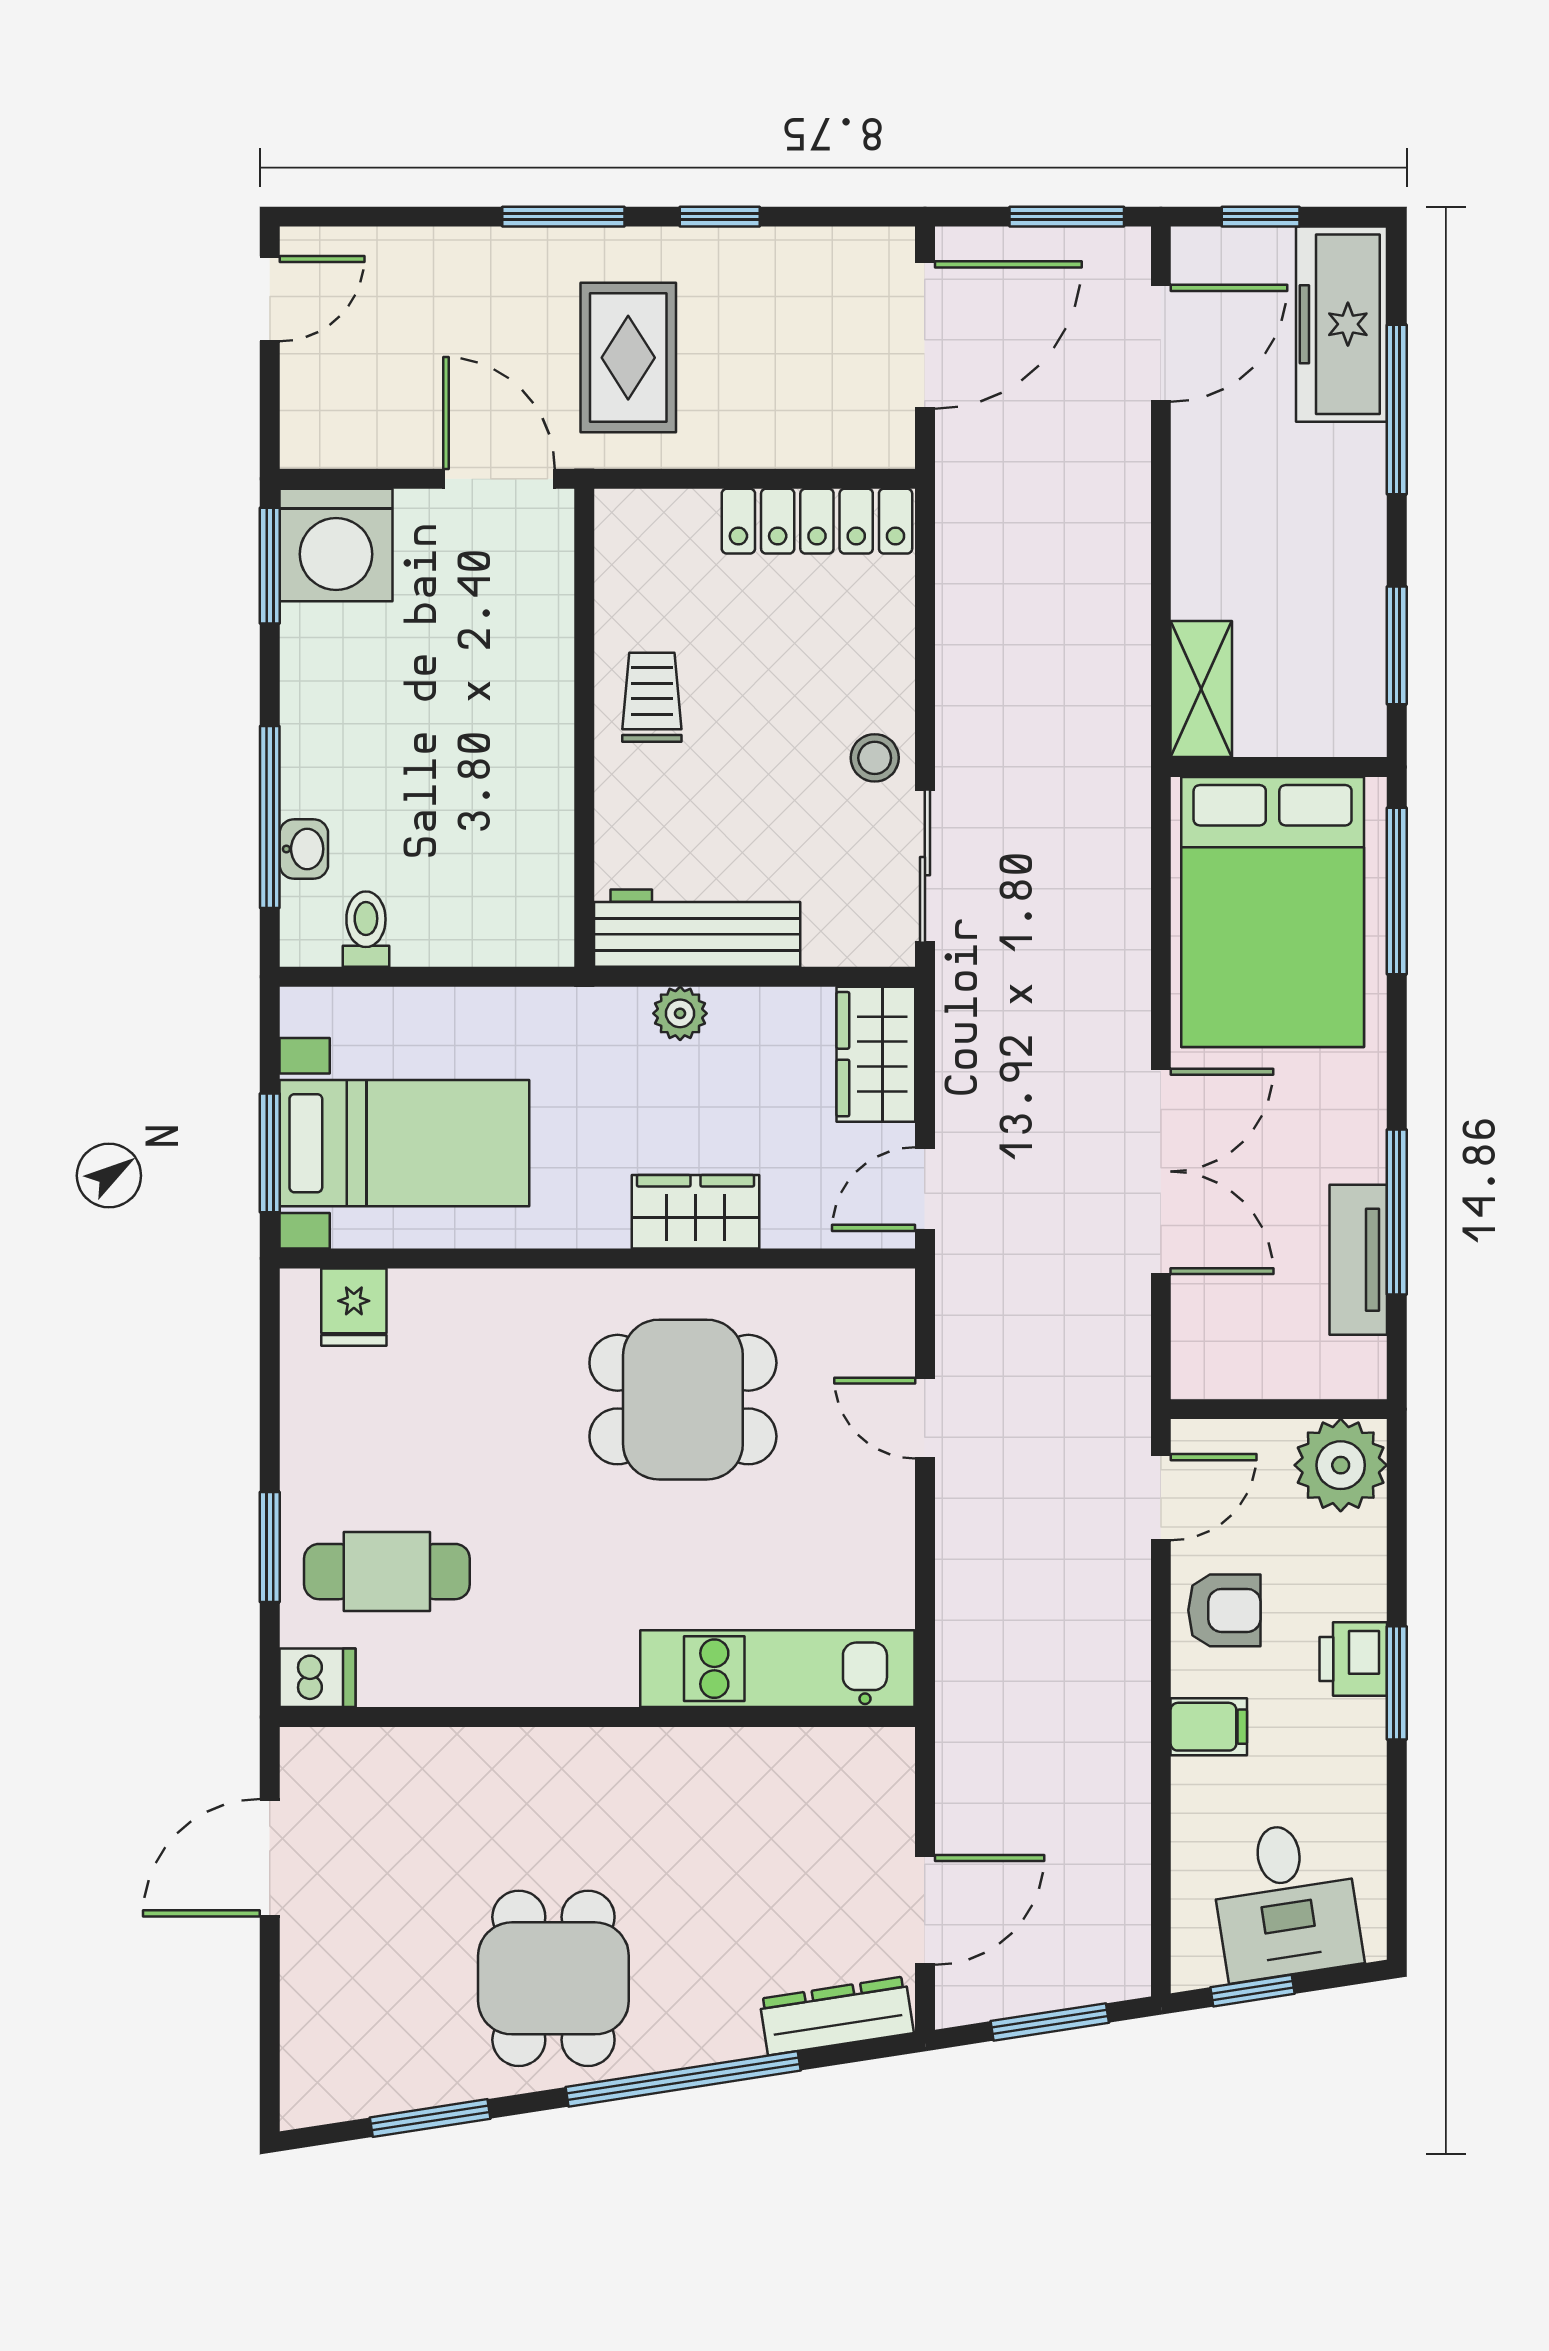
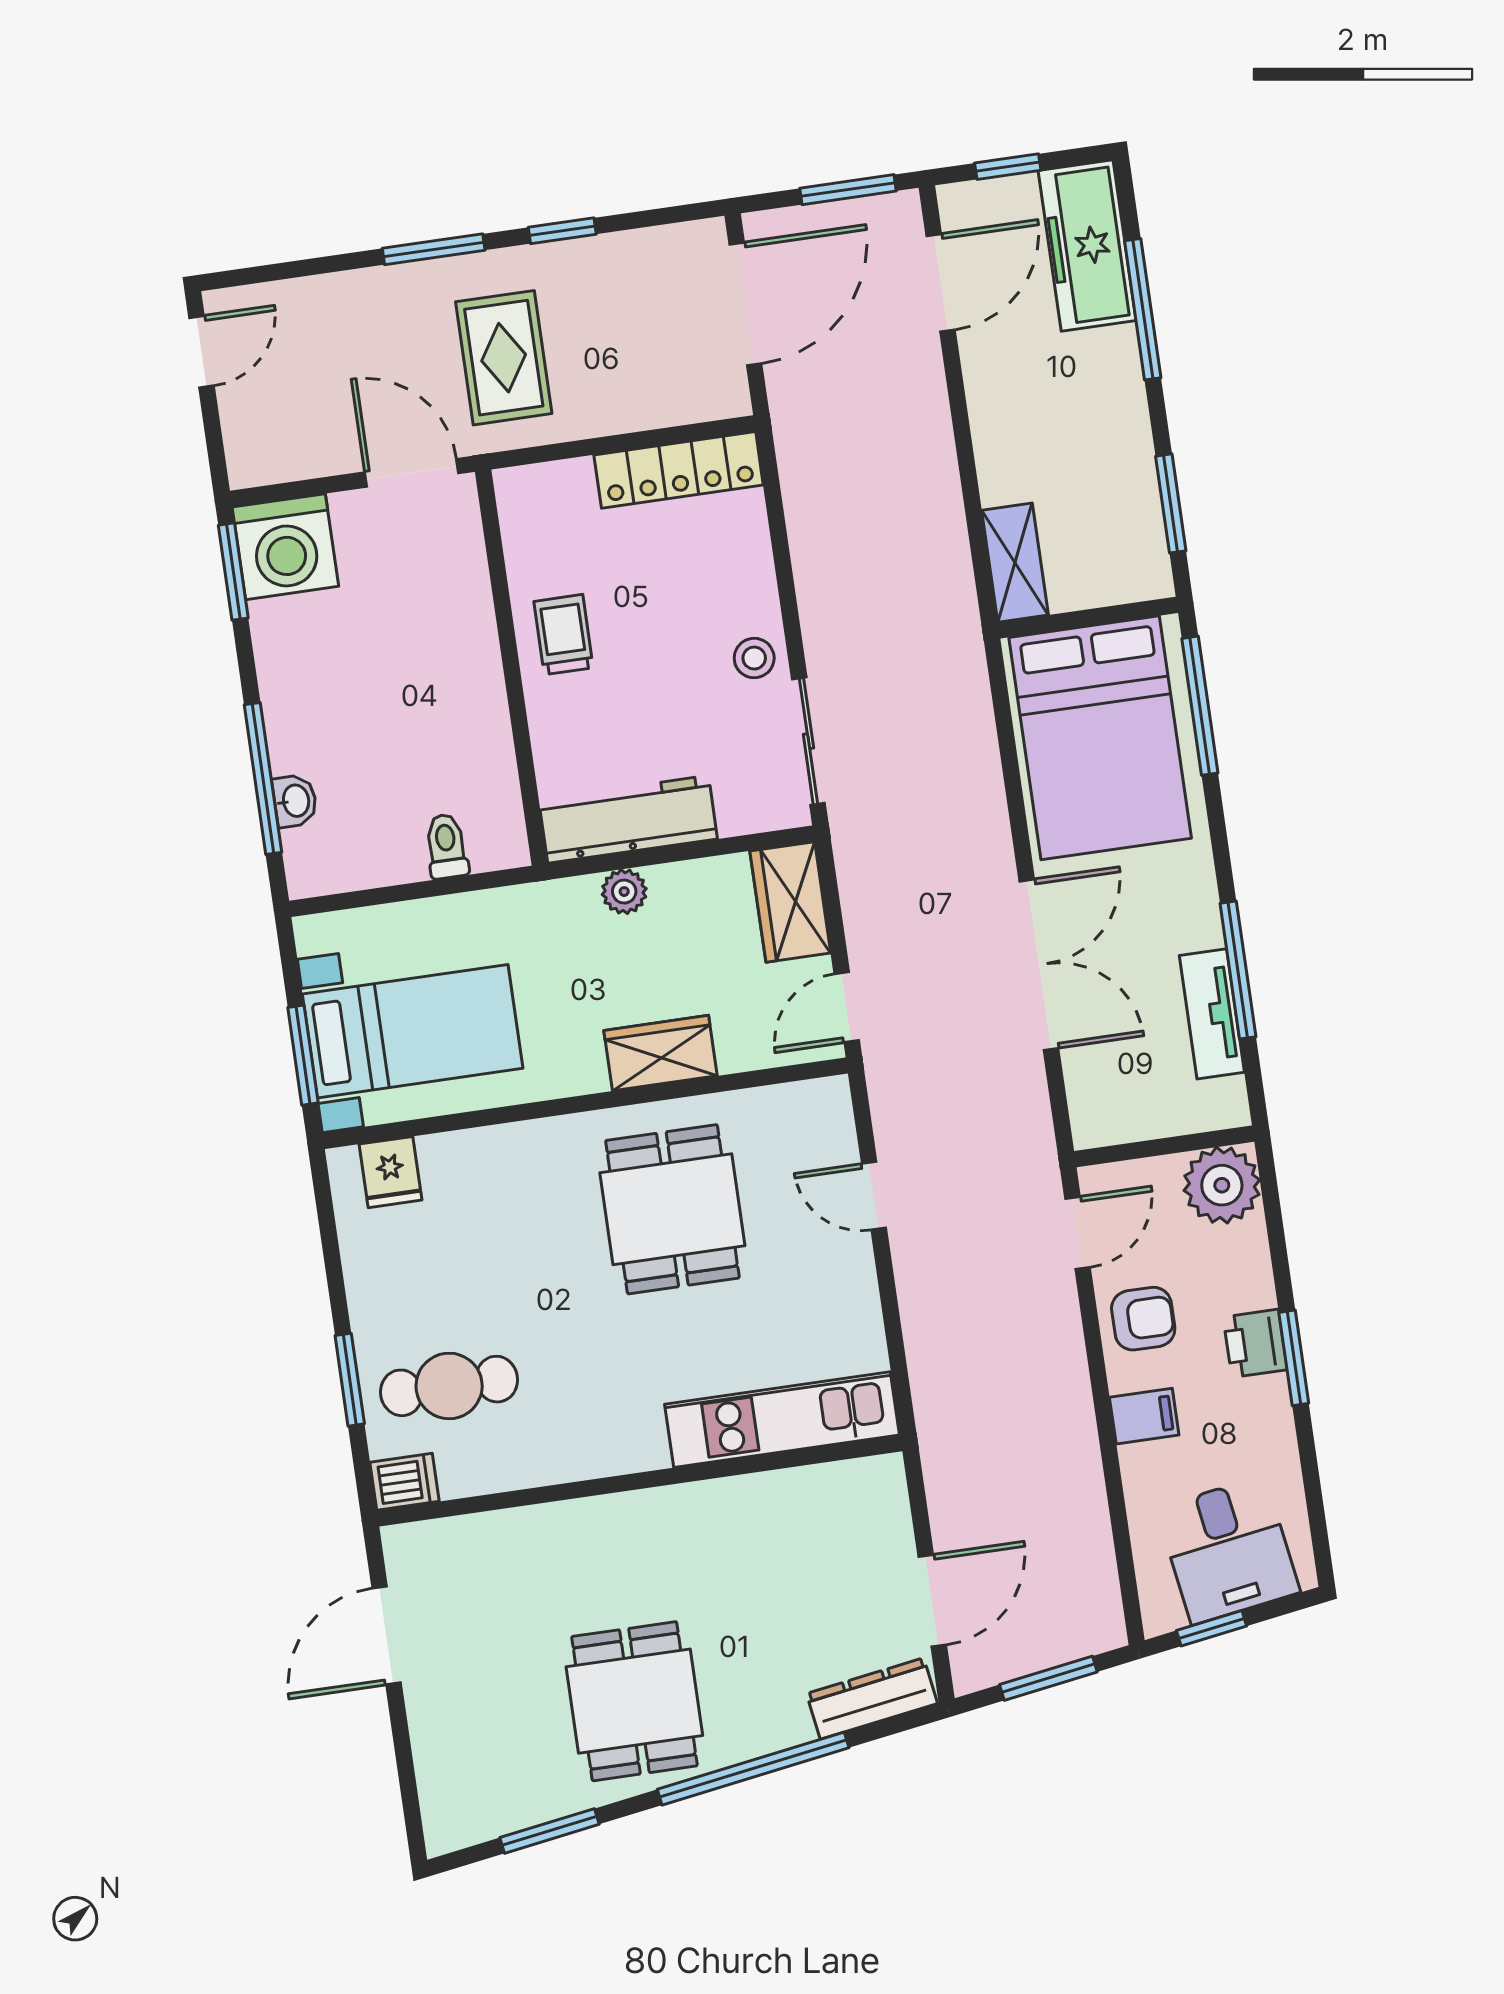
toilet: (366, 929) -> (446, 846), moved
dining table: (683, 1400) -> (672, 1209), turned 90

